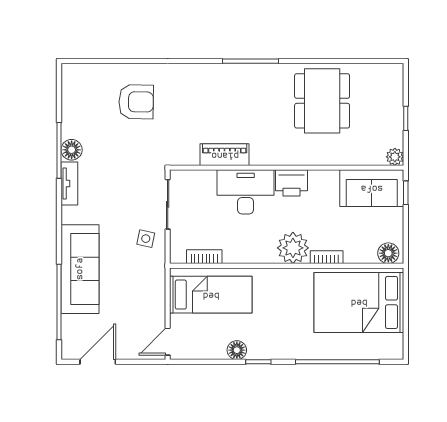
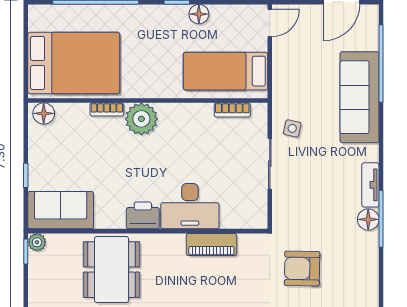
piano: (225, 155) -> (211, 244), moved
plant: (395, 157) -> (37, 242), moved
wall: (287, 168) -> (148, 231), moved
printer: (291, 183) -> (143, 215), moved
sofa: (372, 188) -> (61, 210), moved
desk: (246, 192) -> (190, 206), moved

